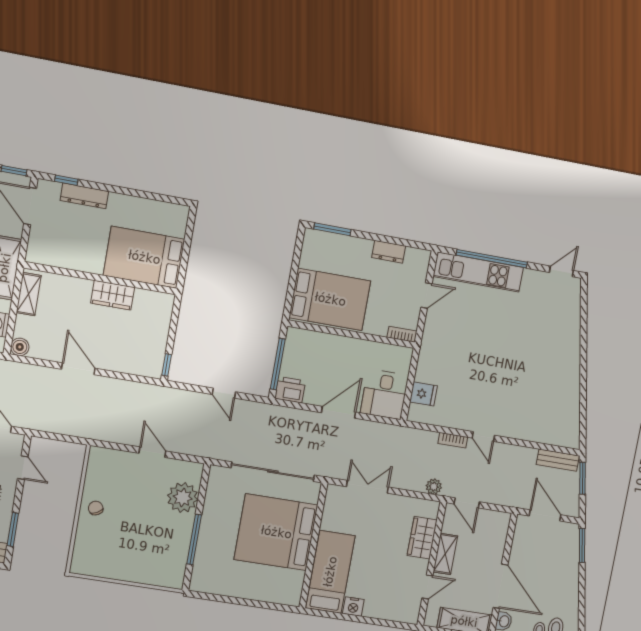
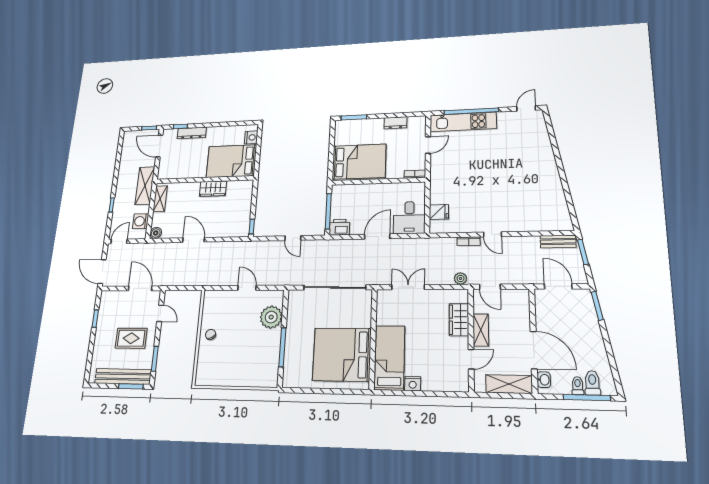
nightstand: (177, 225) -> (251, 137), added
bed: (276, 532) -> (342, 354), moved

